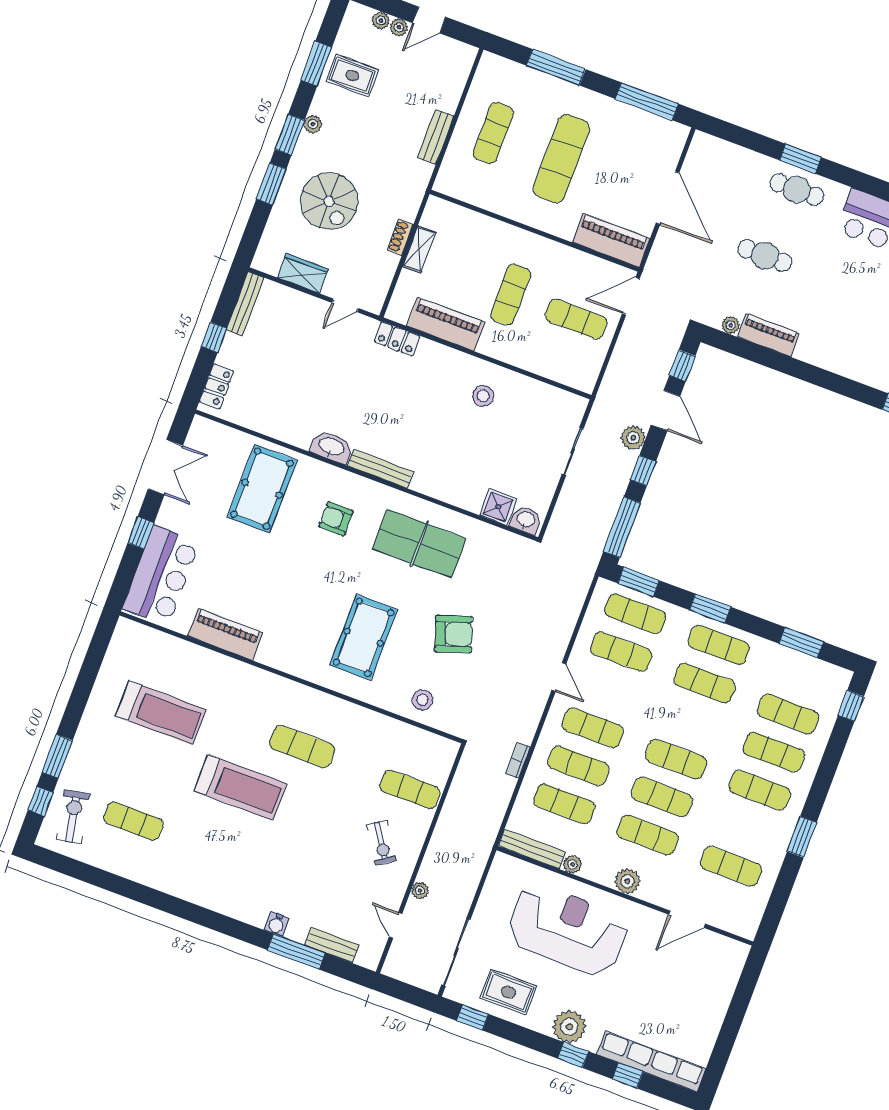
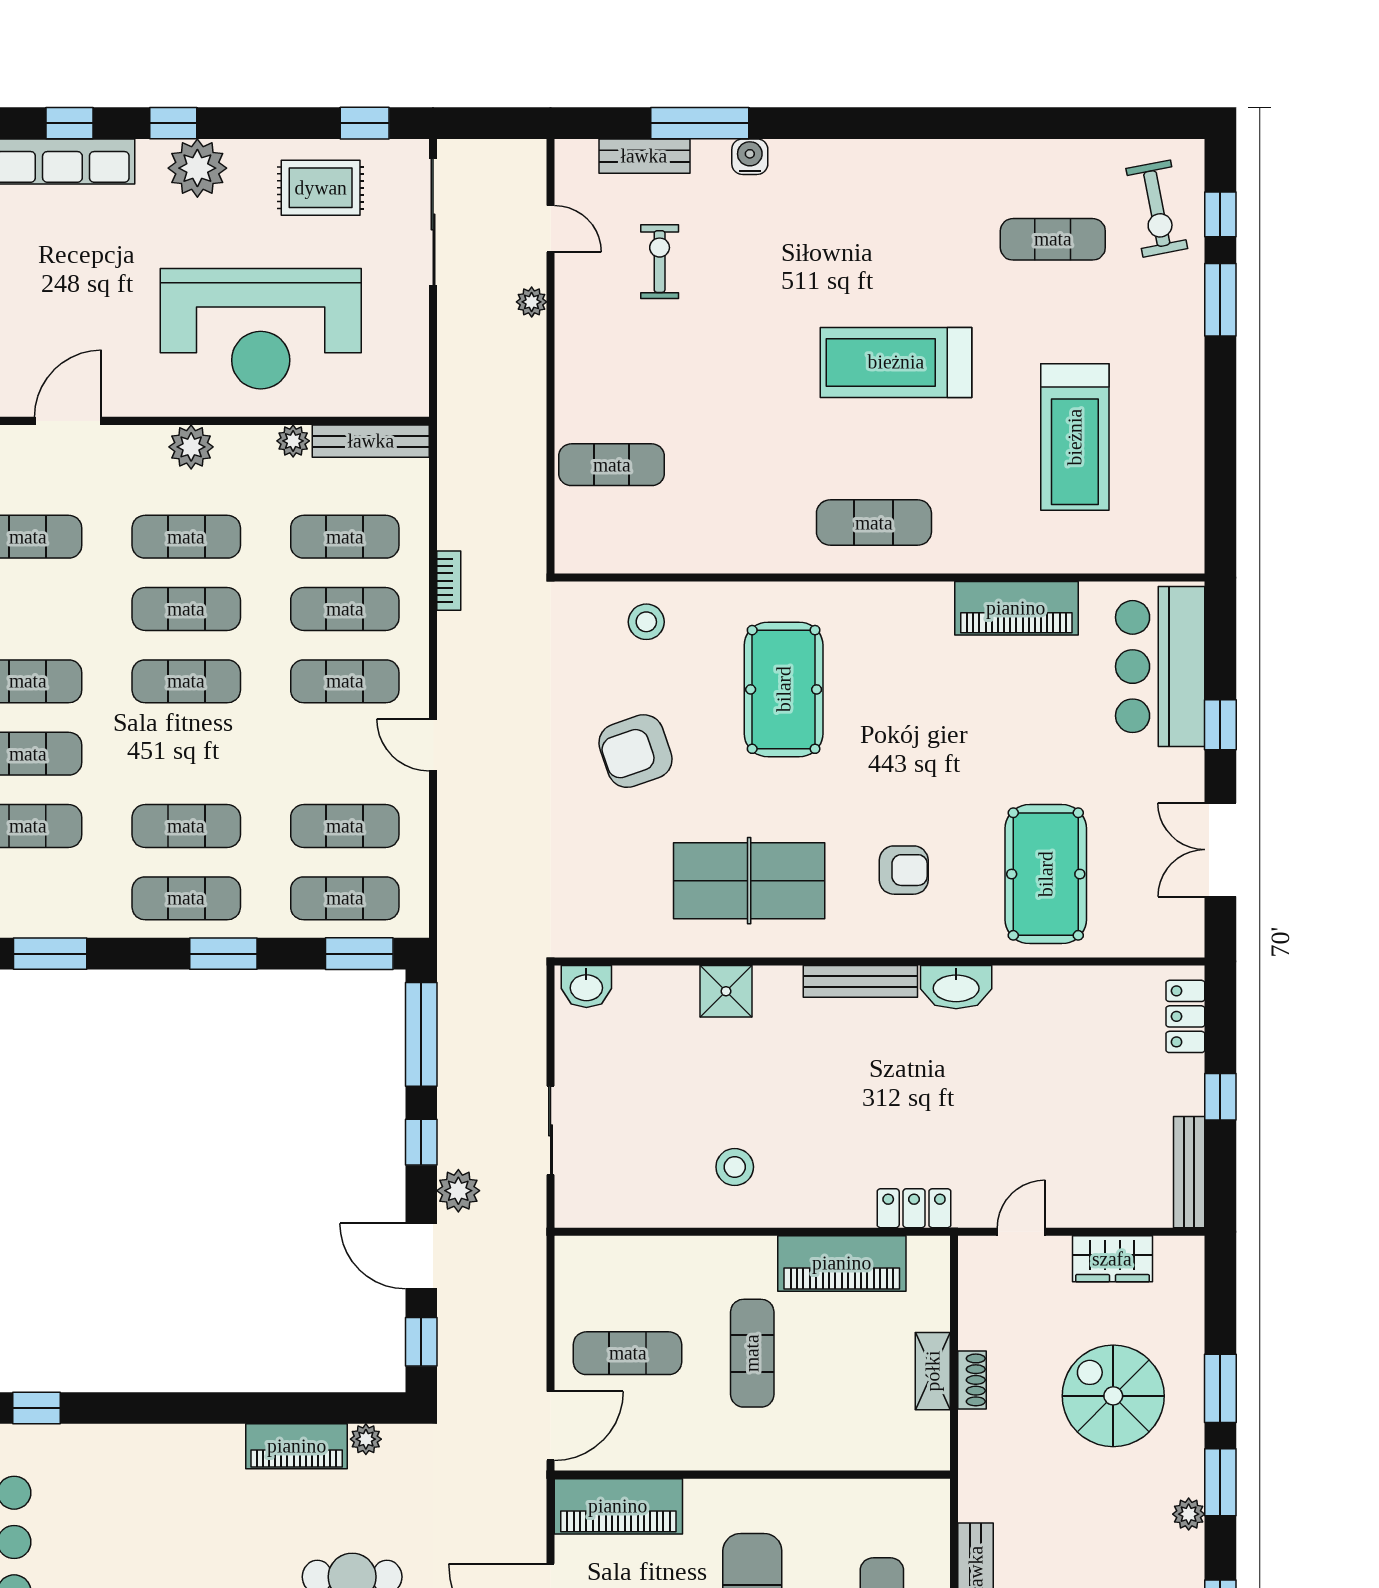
shower: (498, 507) -> (726, 991), moved
treadmill: (161, 713) -> (1075, 437), turned -90
exercise mat: (302, 747) -> (874, 523), moved
exercise bike: (381, 843) -> (660, 262), moved, turned 34

